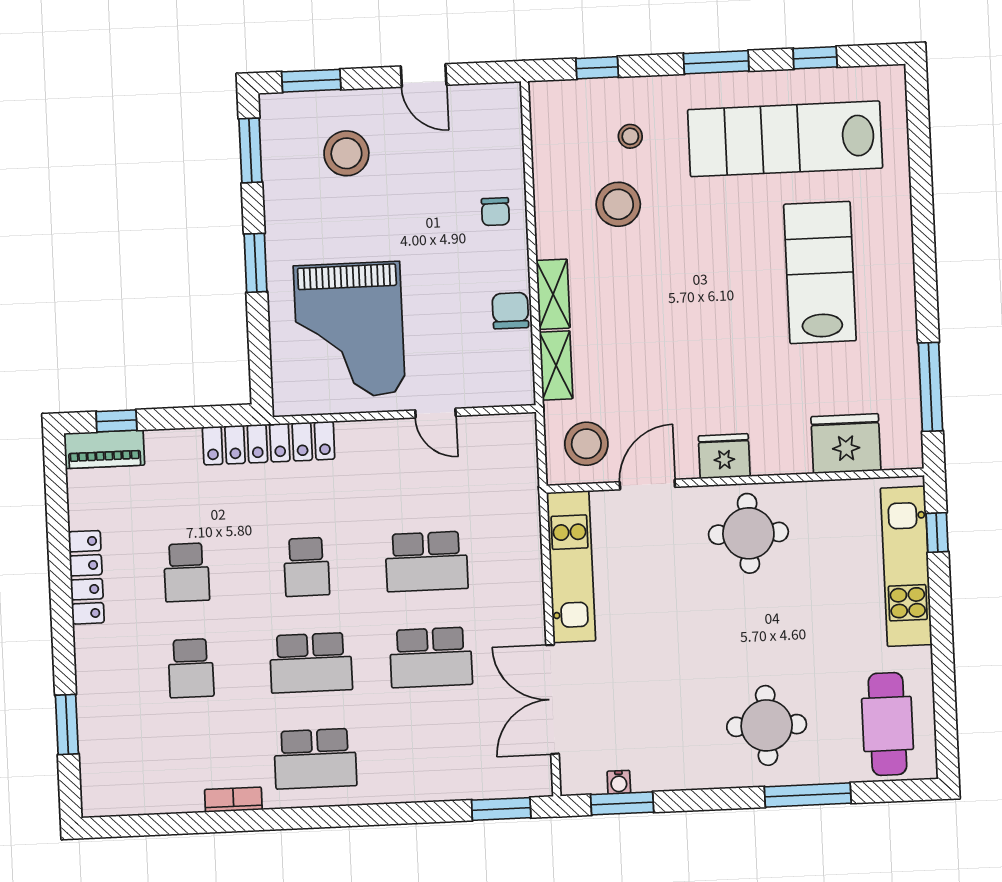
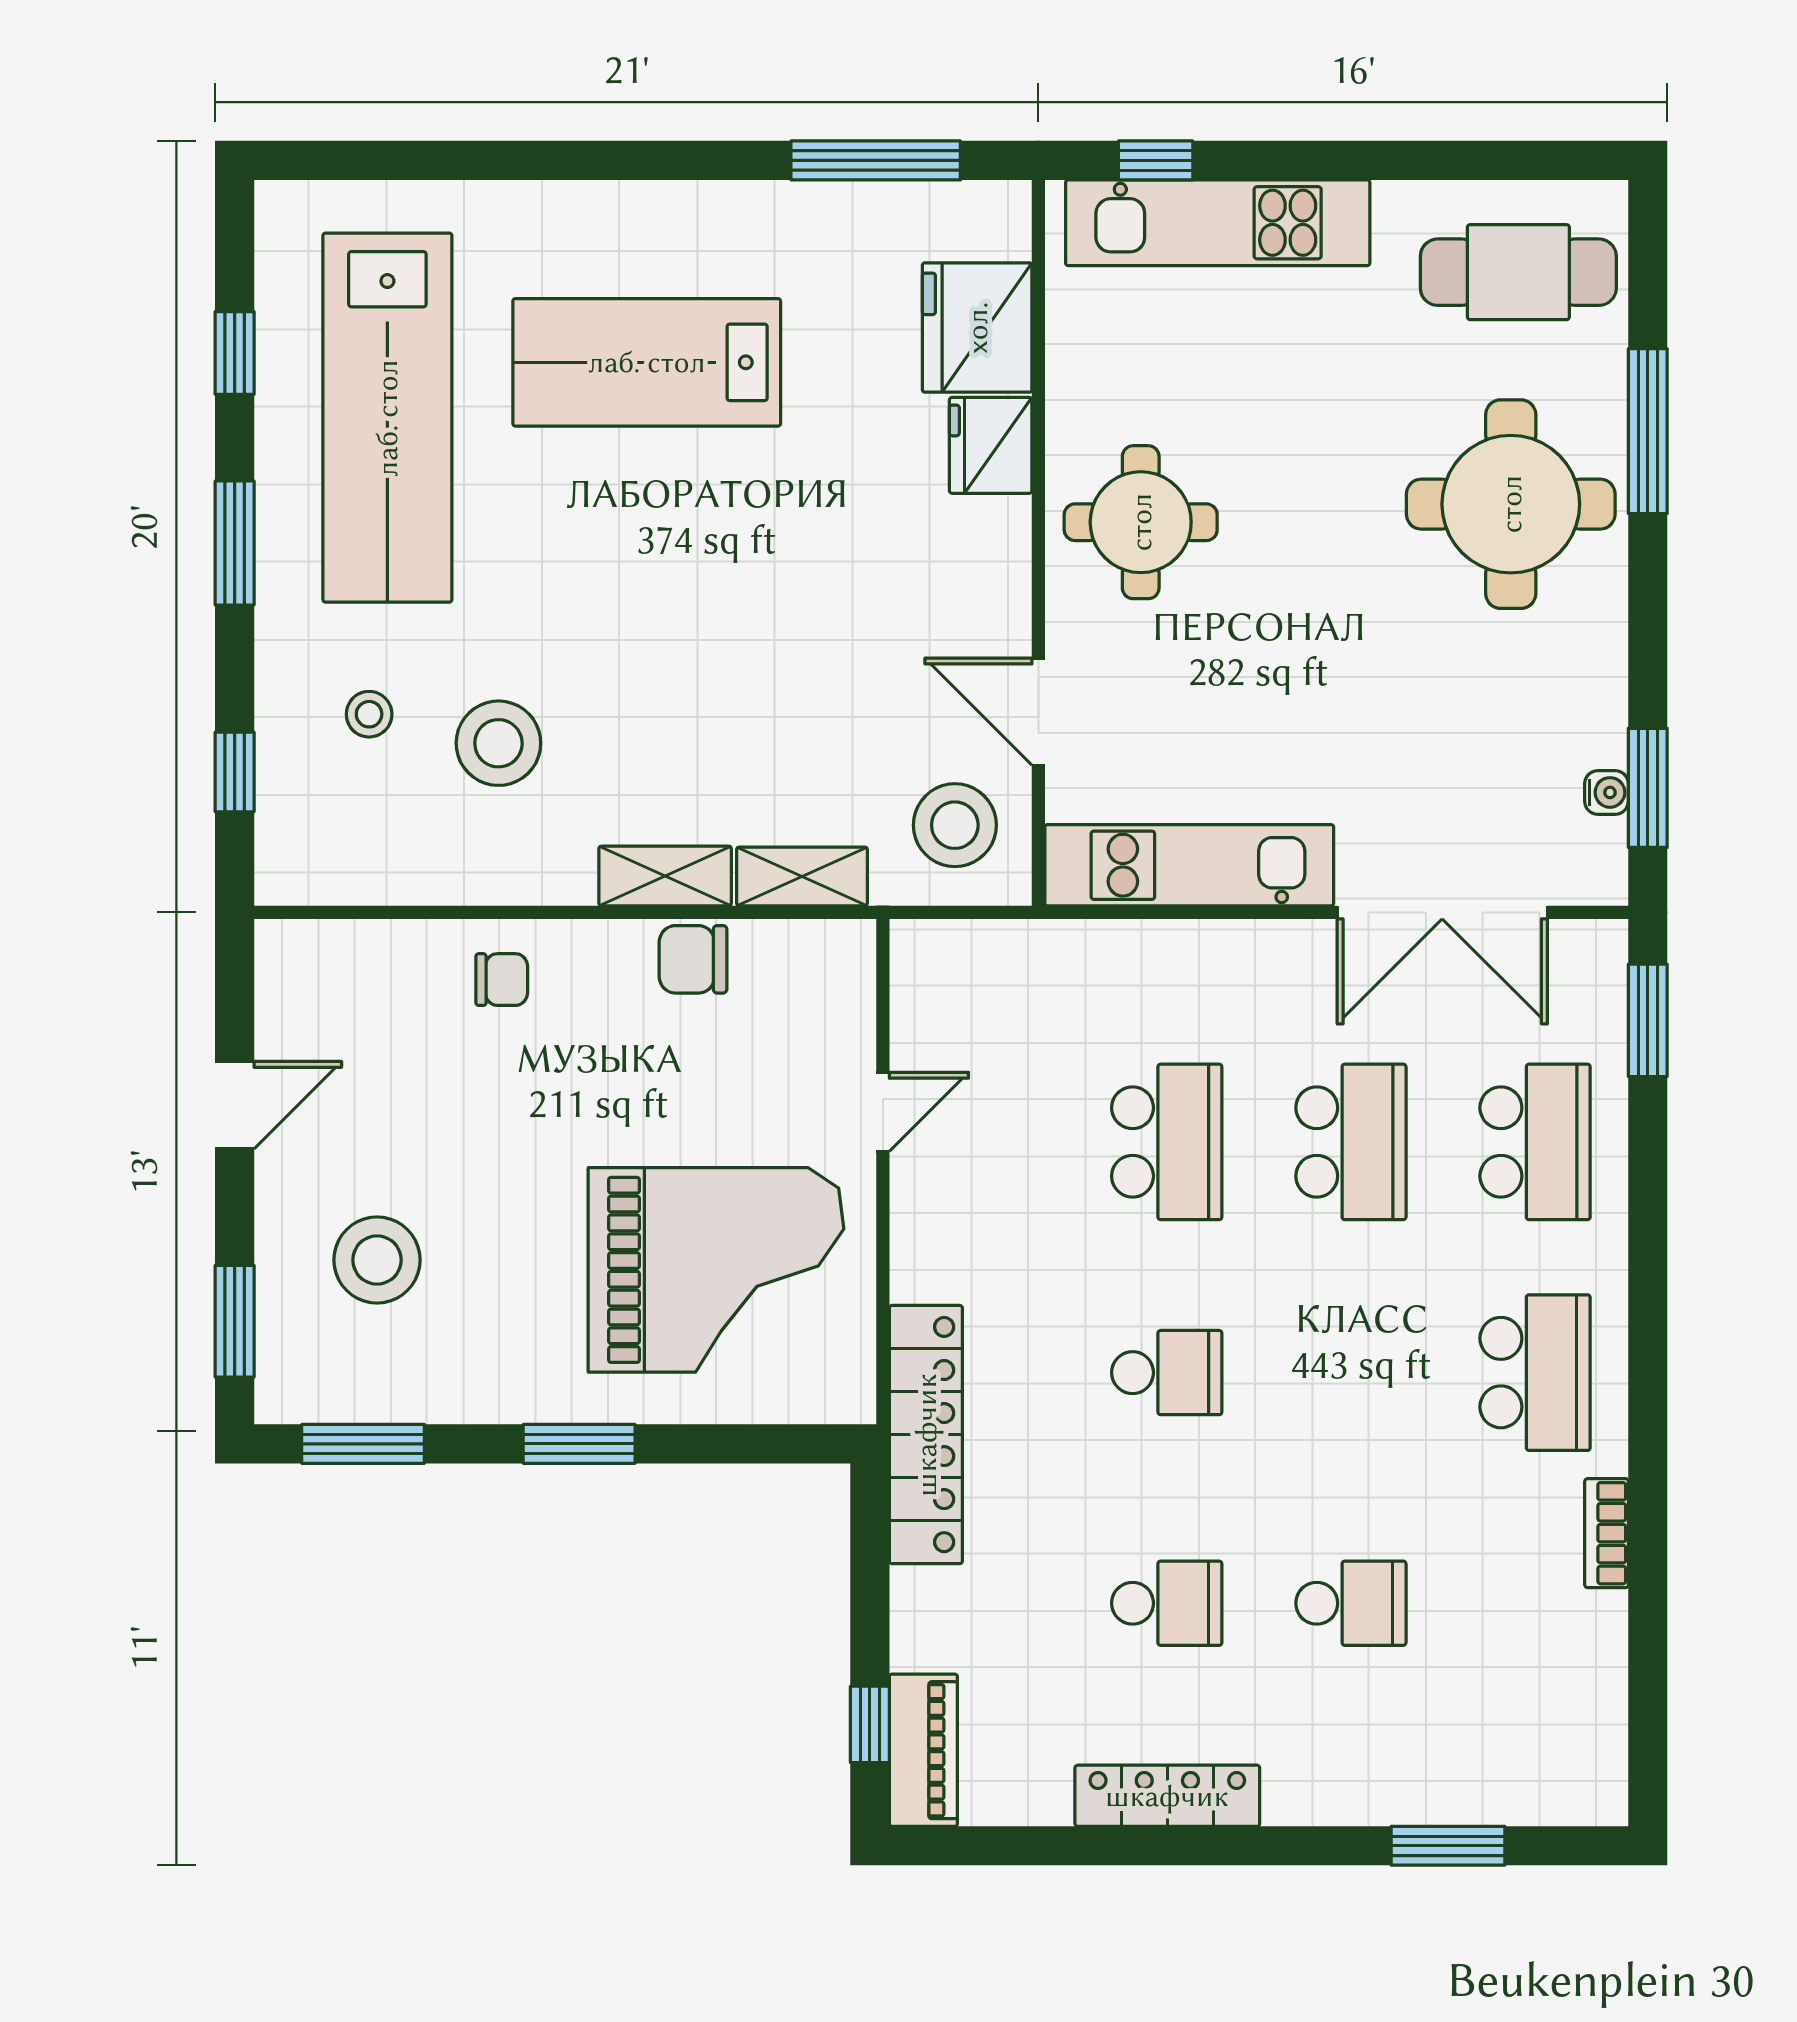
fridge: (724, 456) -> (991, 445), moved
school desk: (311, 663) -> (1535, 1142), moved
round table: (767, 725) -> (1511, 504), width x1.36, depth x1.36

